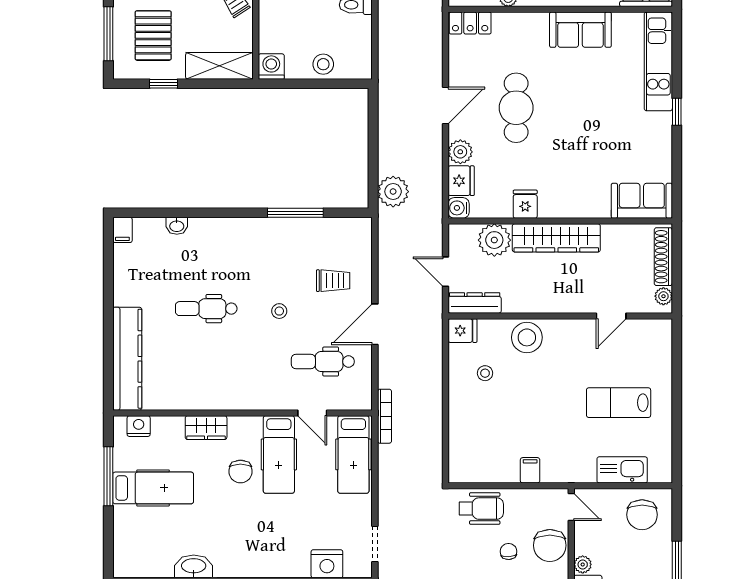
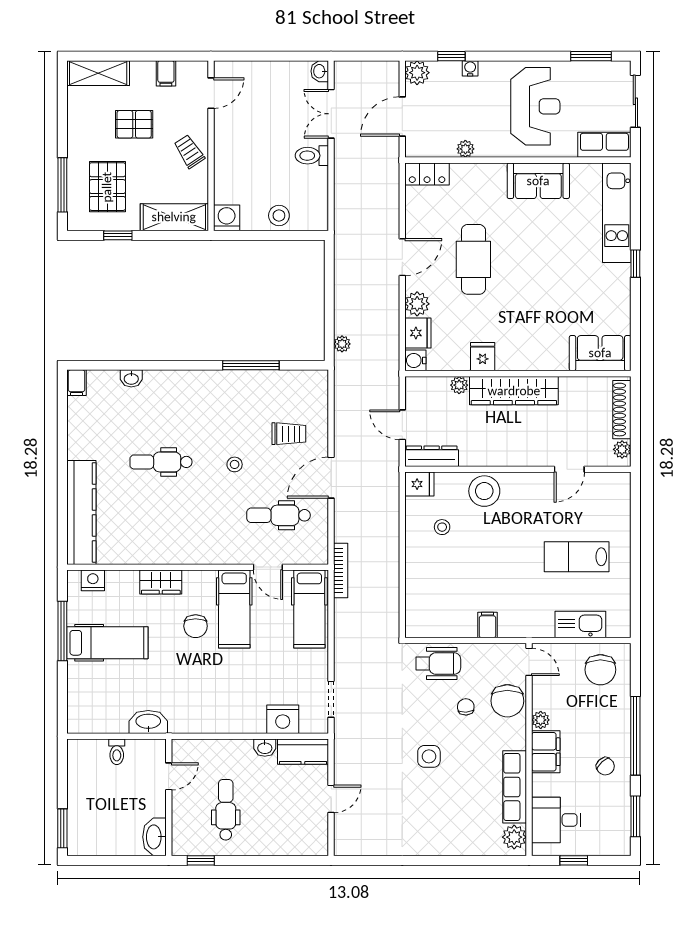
plant: (393, 192) -> (342, 344), width x0.53, depth x0.53
plant: (494, 240) -> (459, 385), width x0.53, depth x0.53

